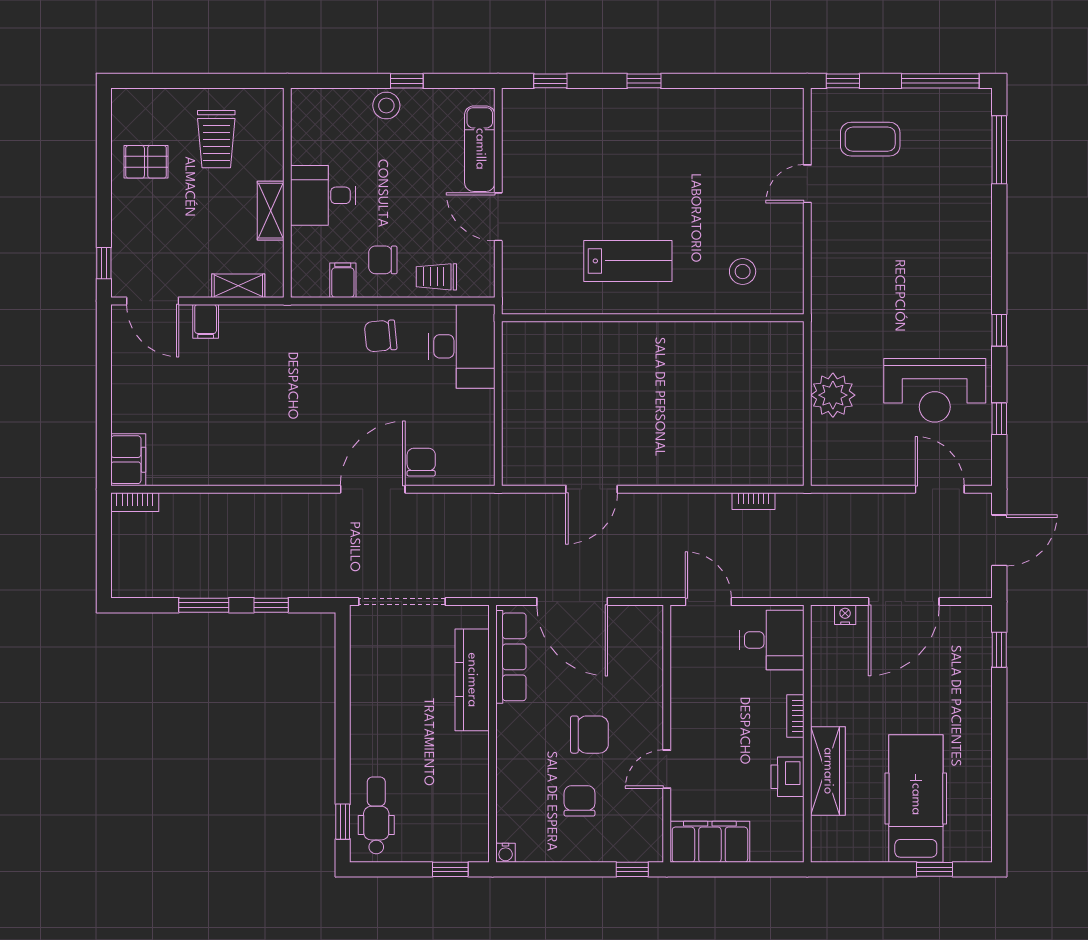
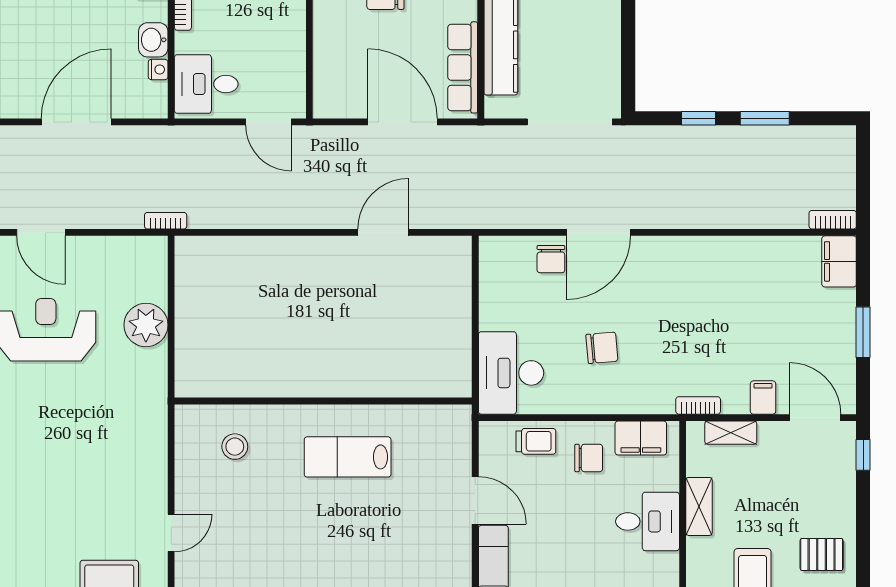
filing cabinet: (343, 280) -> (641, 438), width x2.00
bookcase: (272, 313) -> (698, 405), added
chair: (381, 336) -> (602, 348), moved
window: (104, 388) -> (863, 332), added
bookcase: (754, 501) -> (166, 221), moved
nightstand: (845, 615) -> (158, 69), moved, turned -90
washbasin: (825, 685) -> (153, 40), added

